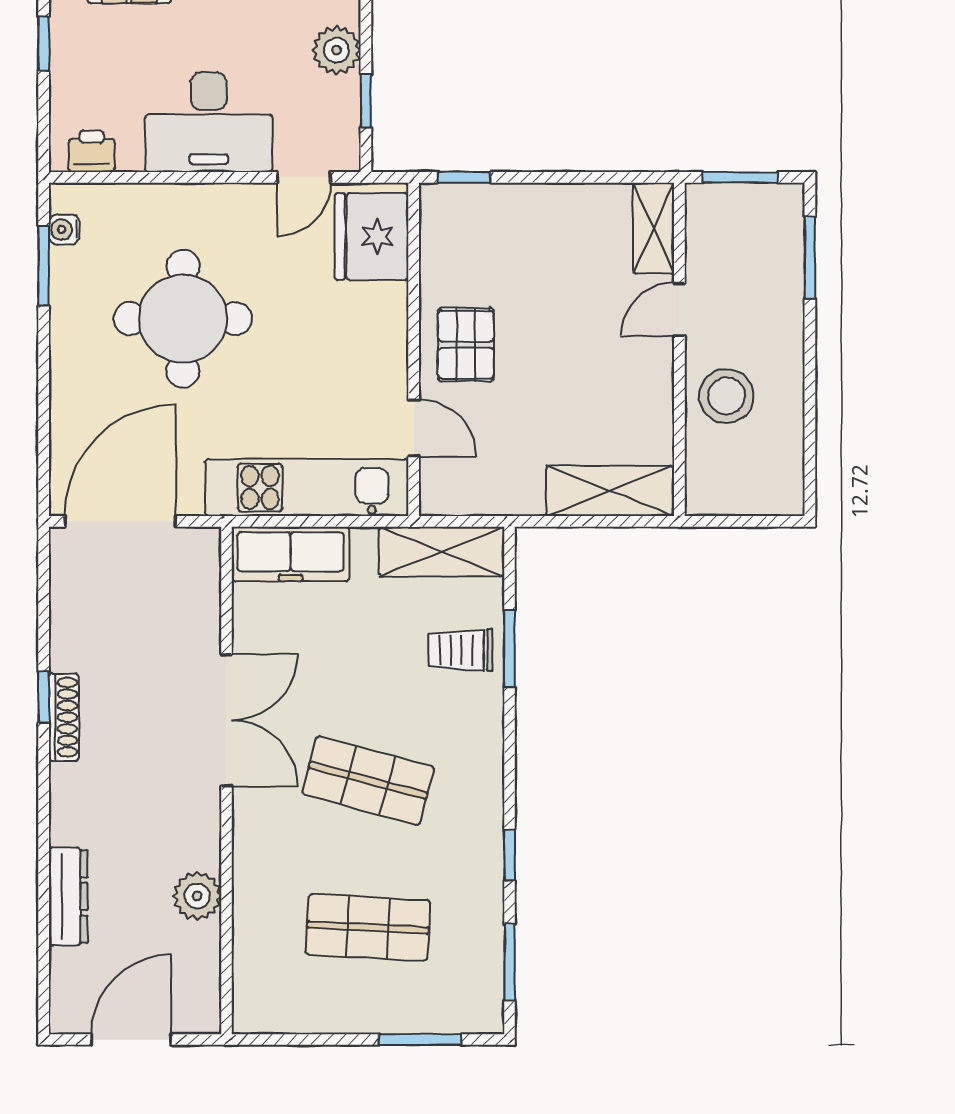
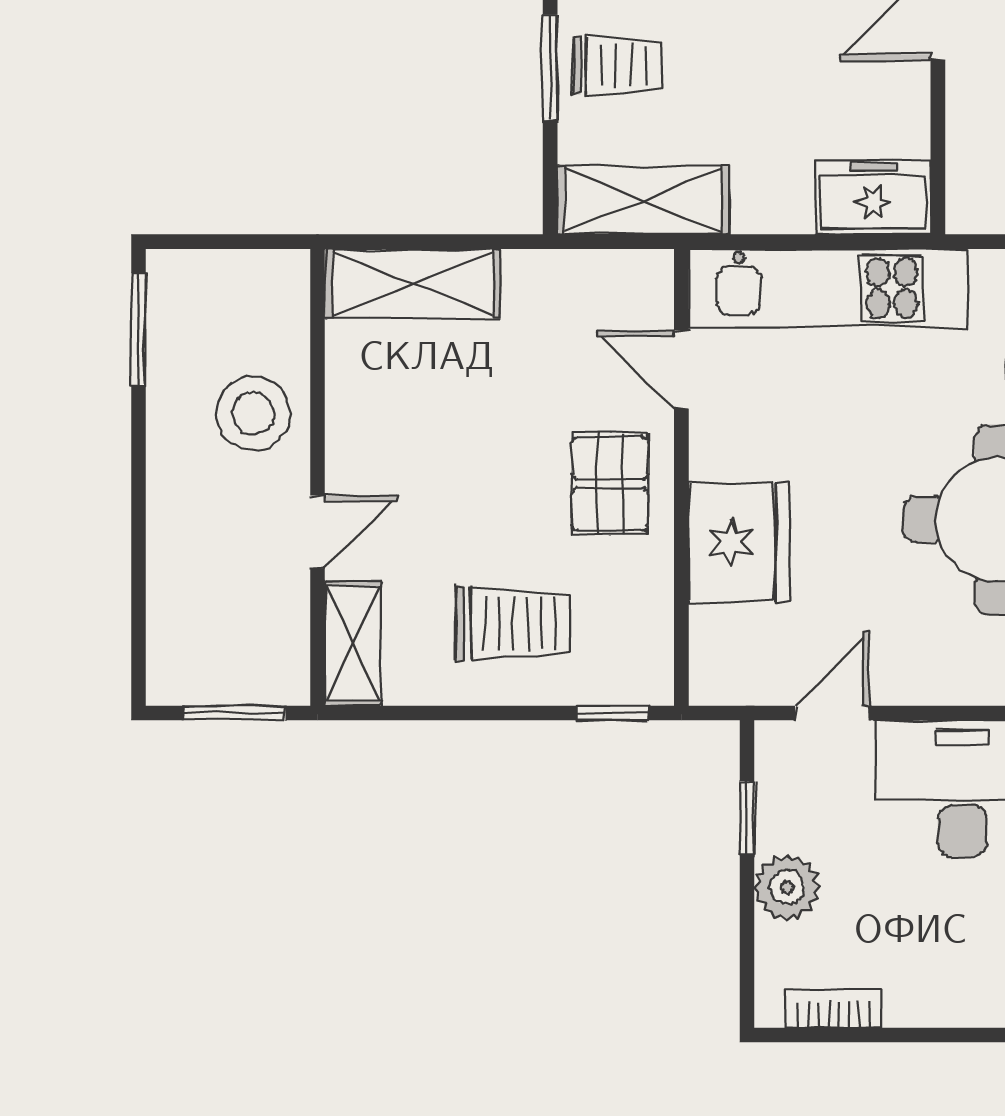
fridge: (372, 236) -> (739, 543), moved
trolley: (537, 243) -> (512, 623), added
window: (810, 258) -> (138, 329), moved
freezer: (291, 554) -> (873, 197), width x0.71

